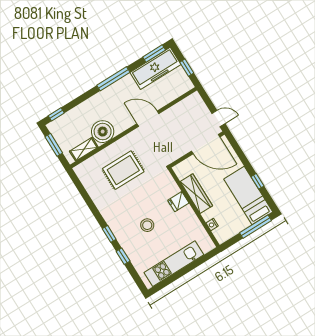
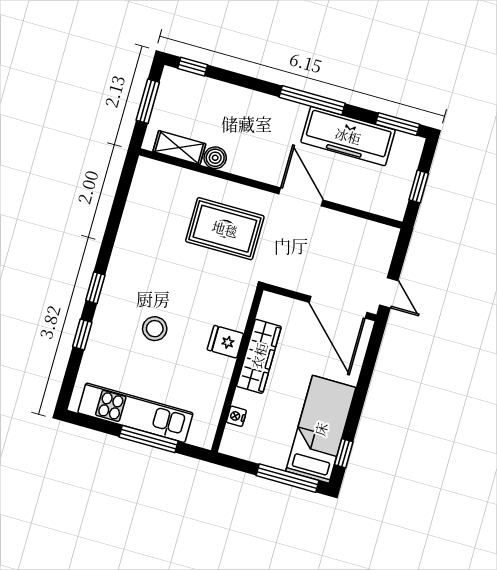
freezer: (155, 68) -> (348, 136), moved
boiler: (103, 132) -> (215, 158), width x0.54, depth x0.54
rug: (123, 170) -> (225, 229), moved
window: (258, 181) -> (344, 453), moved
window: (189, 268) -> (149, 439), added

